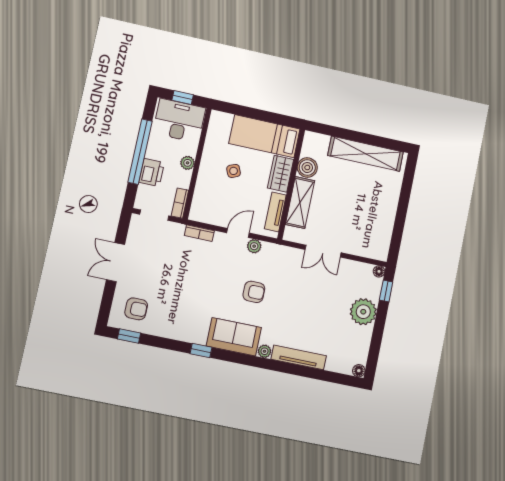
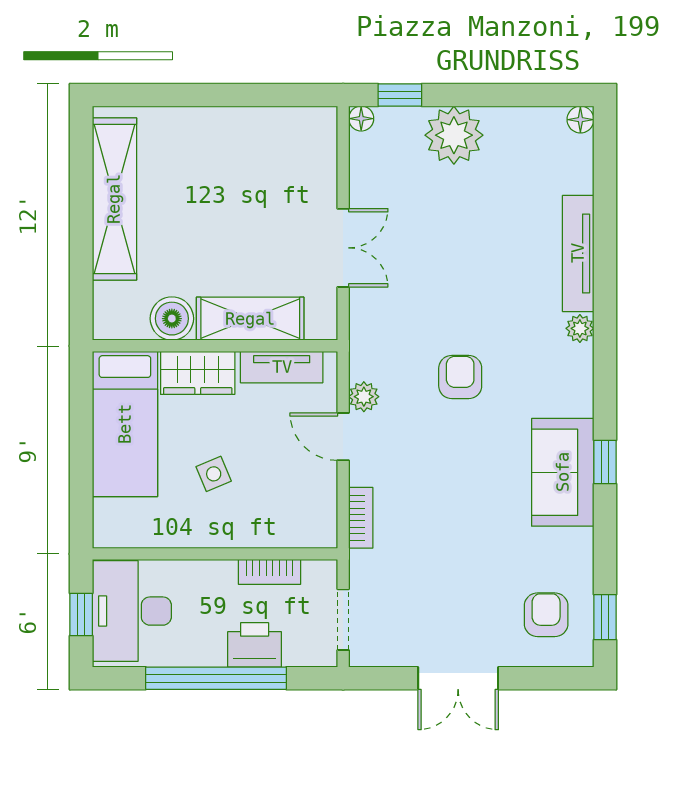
plant: (188, 163) -> (218, 574), removed
bookcase: (180, 203) -> (269, 572), moved
sofa: (234, 337) -> (563, 472), moved

